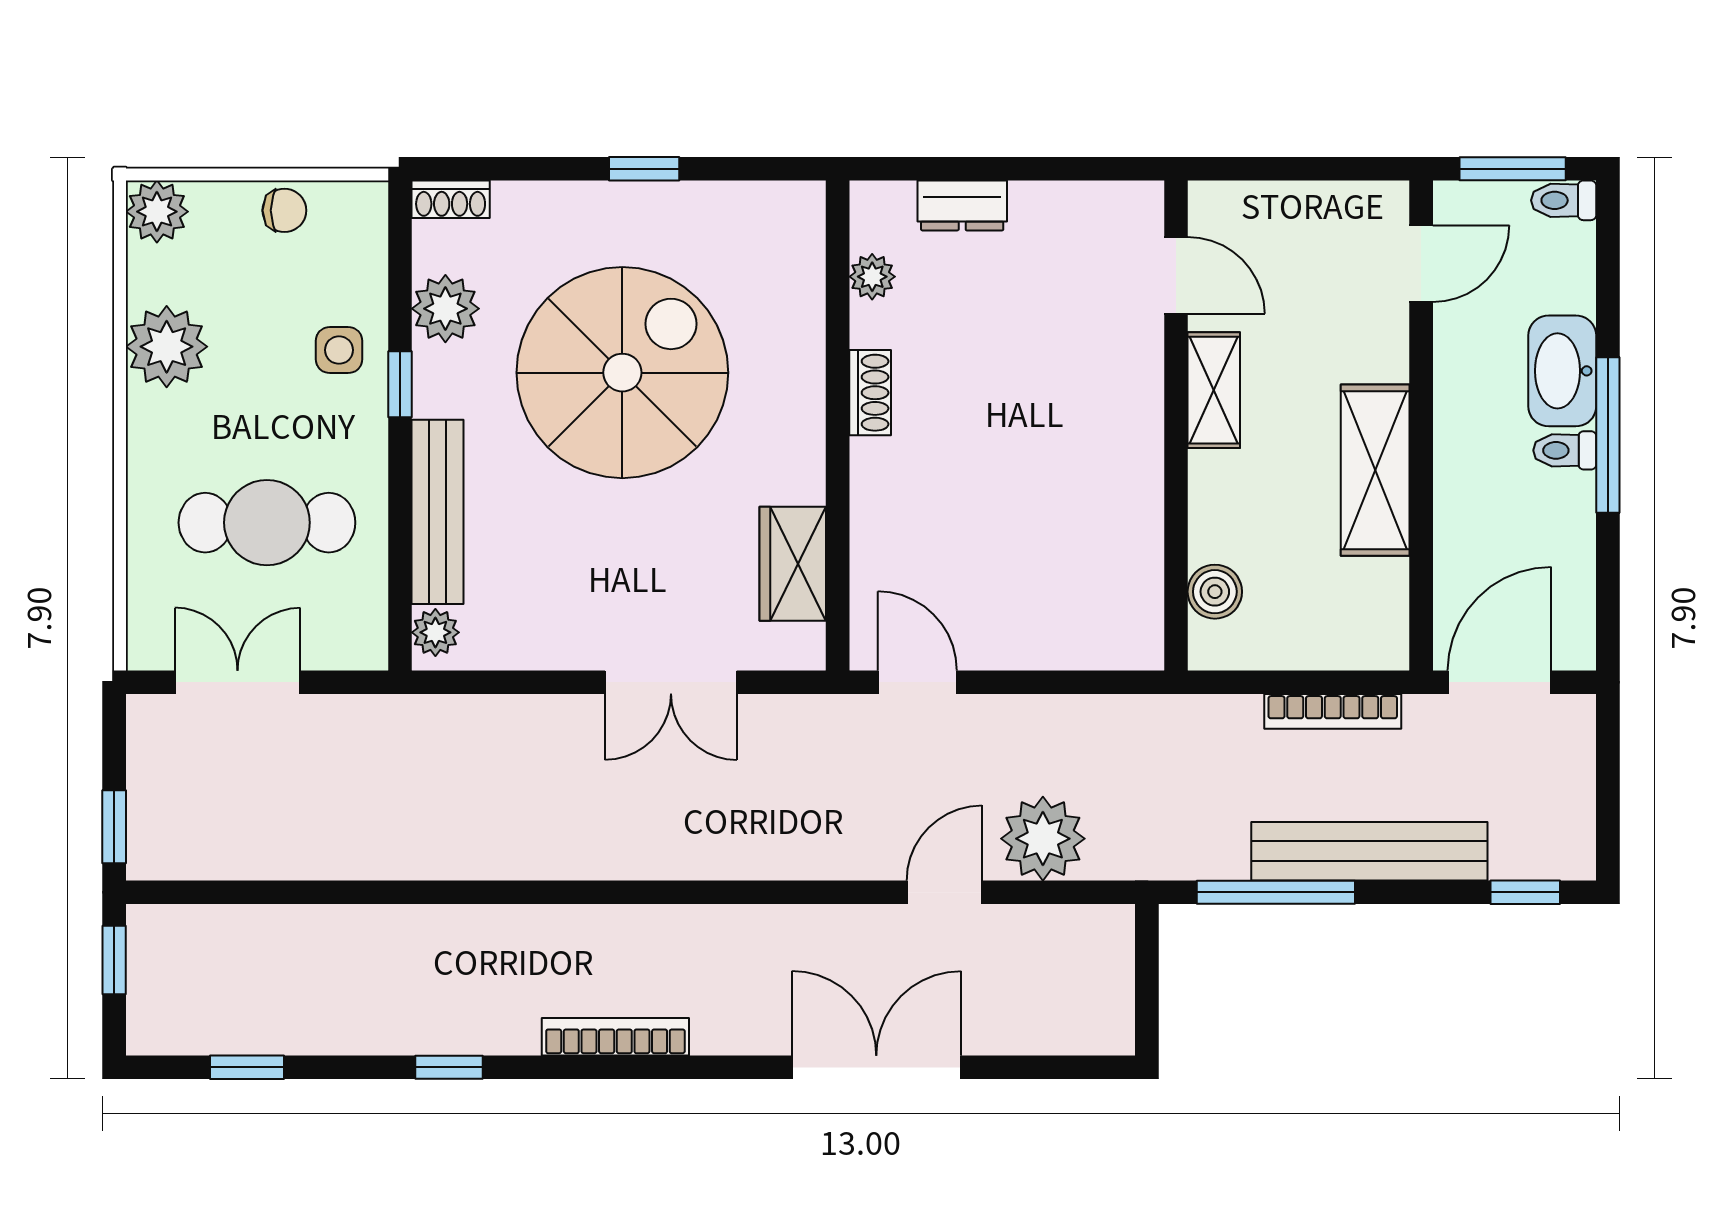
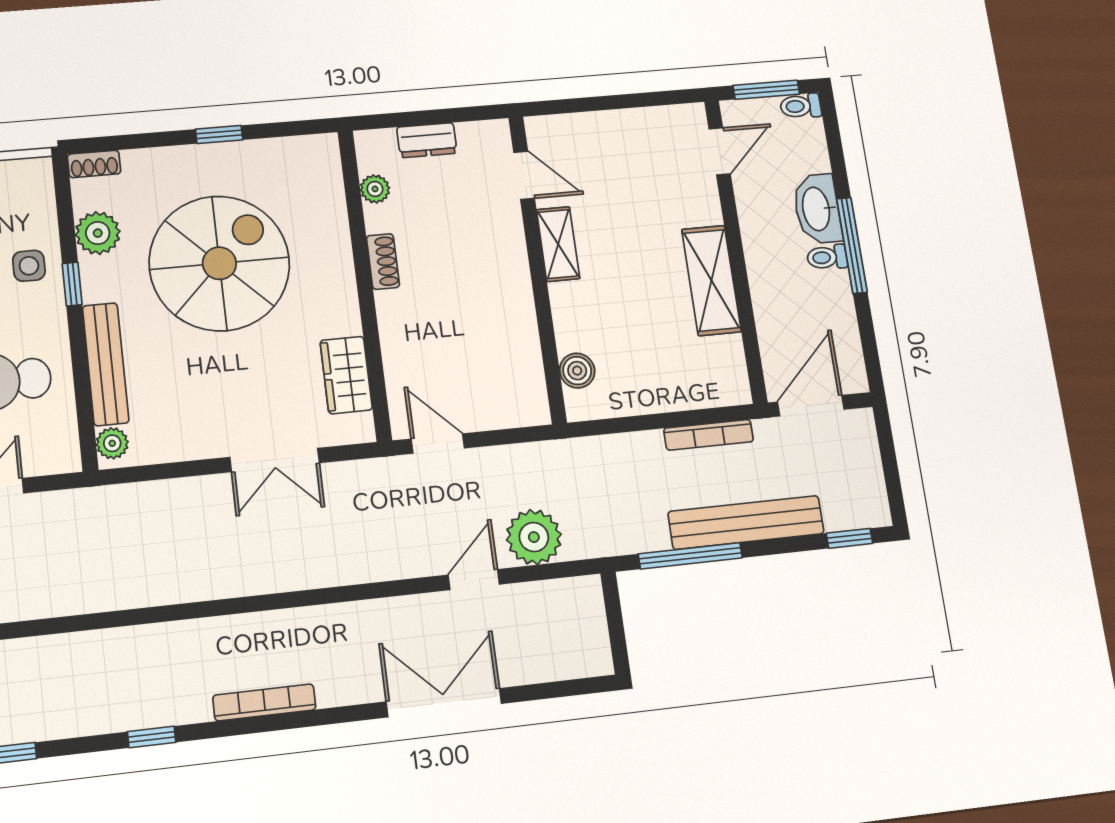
door: (1176, 275) -> (524, 175), moved
shelving: (1214, 390) -> (558, 244), moved
wall: (1176, 425) -> (537, 268), moved
boiler: (1215, 592) -> (577, 371), moved

